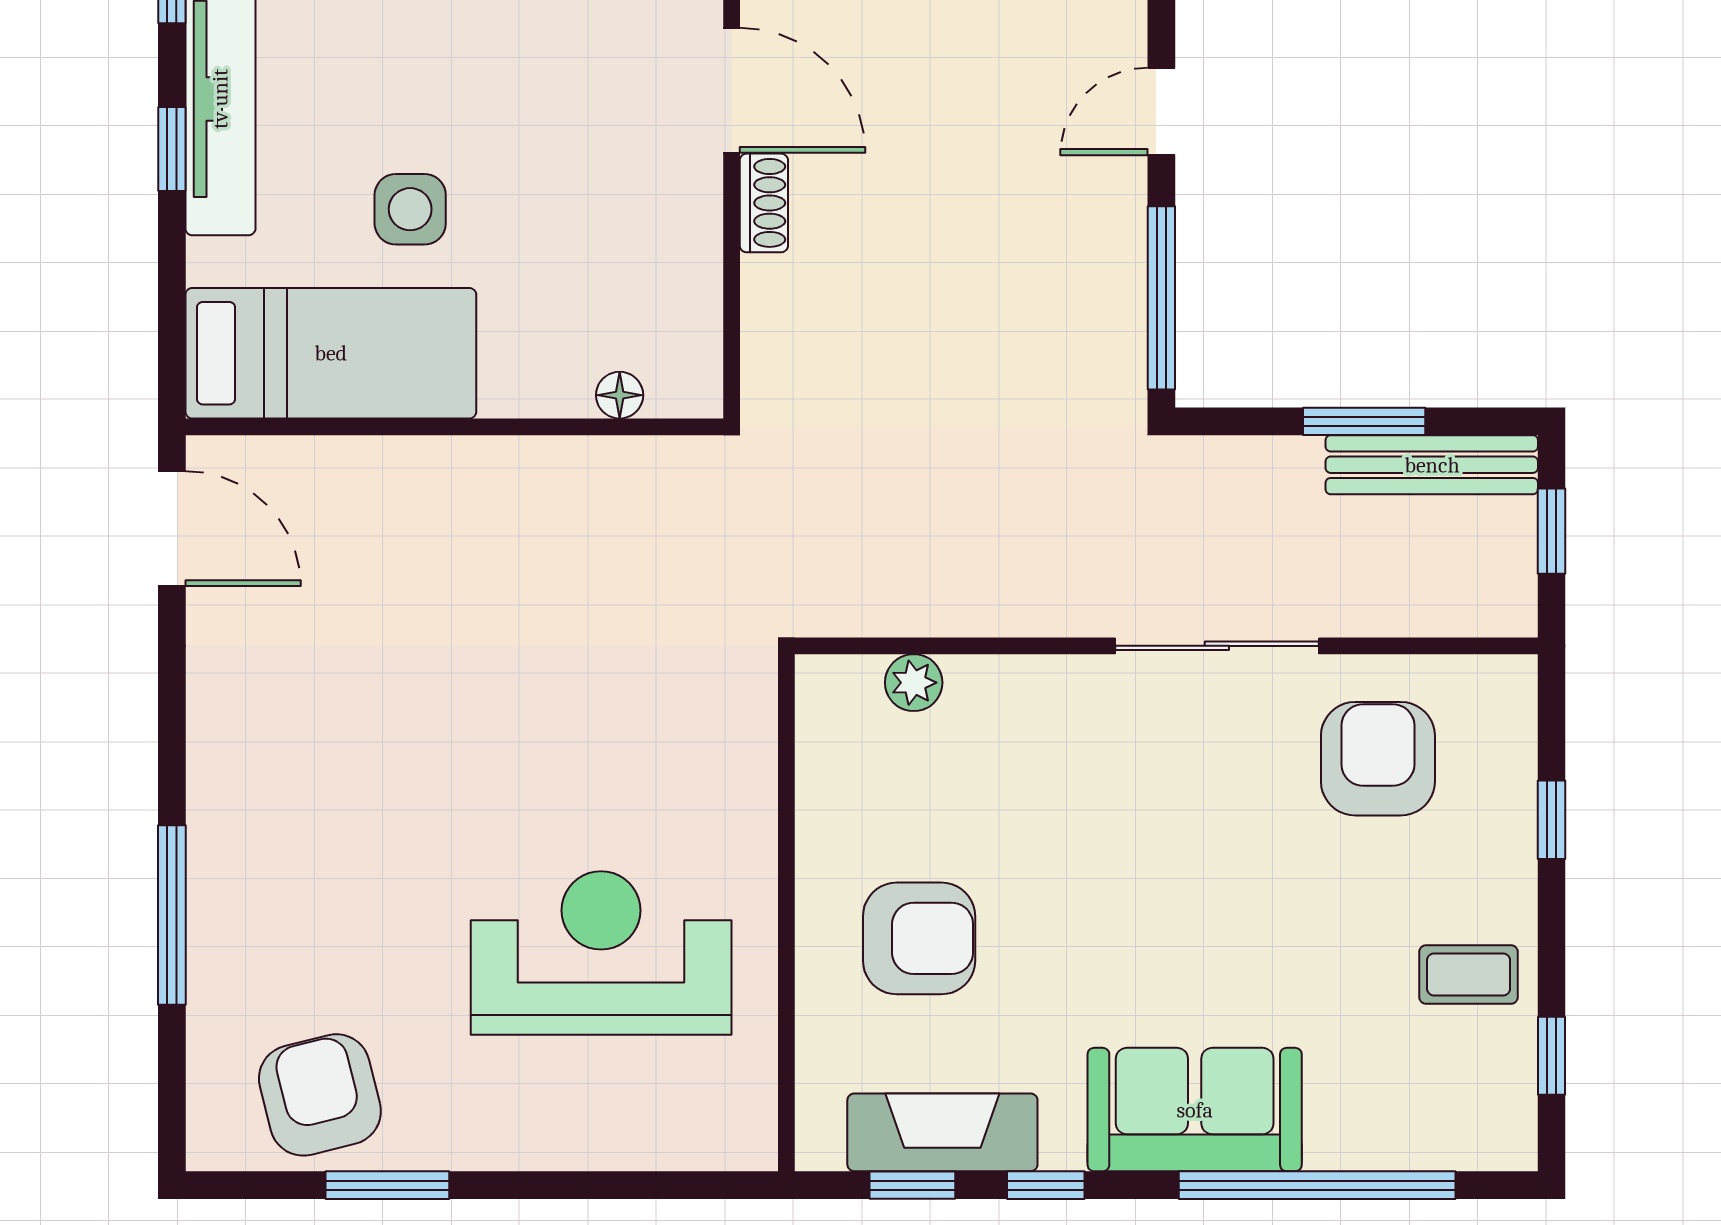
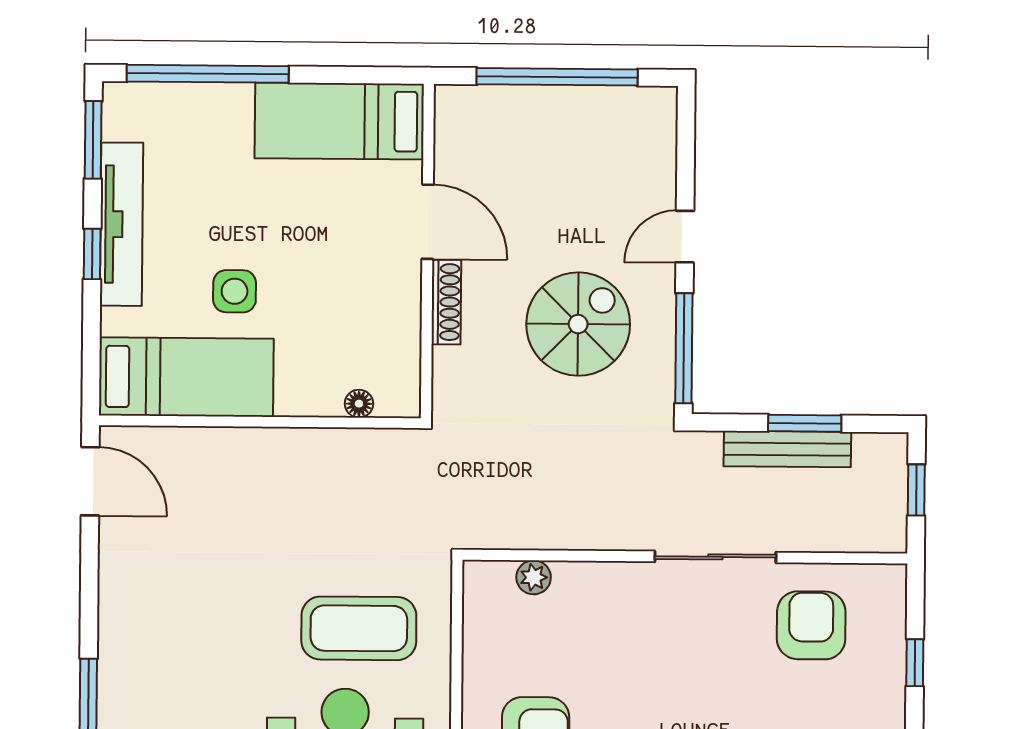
shoe rack: (764, 203) -> (446, 302), width x1.43
spiral stairs: (984, 259) -> (578, 324), added
bench: (1432, 465) -> (787, 449), moved
coffee table: (623, 770) -> (359, 628), added

